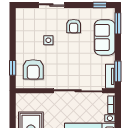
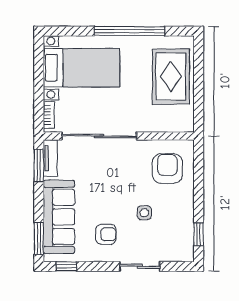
armchair: (74, 26) -> (106, 234), turned 90
sofa: (105, 38) -> (59, 217), width x1.36
window: (13, 68) -> (199, 234), moved

